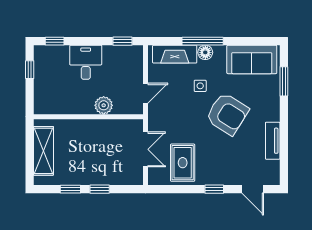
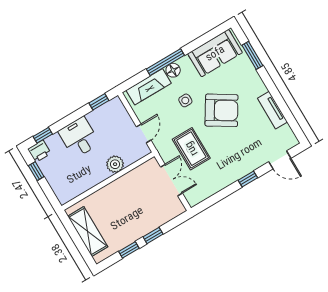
printer: (43, 54) -> (39, 151), added
rug: (183, 163) -> (191, 149), moved

